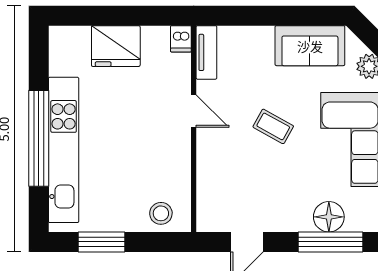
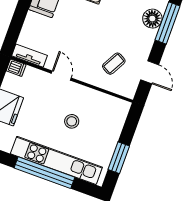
door: (194, 111) -> (61, 76), hinge flipped
coffee table: (273, 126) -> (114, 64), moved
stool: (161, 213) -> (72, 121), moved

